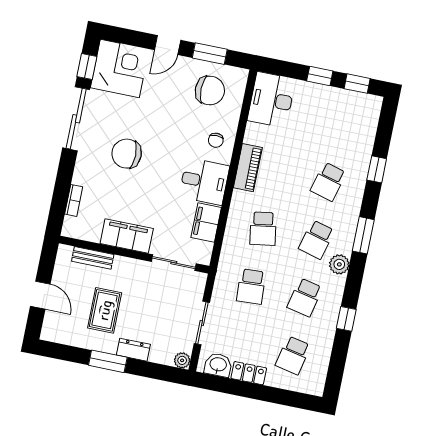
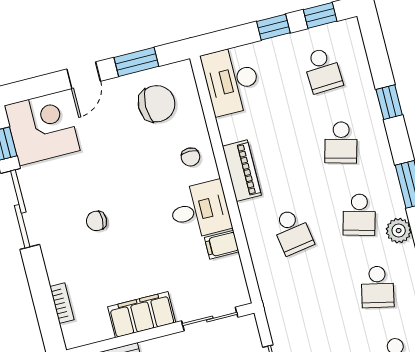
chair: (127, 154) -> (96, 221), width x0.54, depth x0.54
filing cabinet: (206, 222) -> (222, 245), width x0.50
school desk: (251, 287) -> (323, 70), moved

